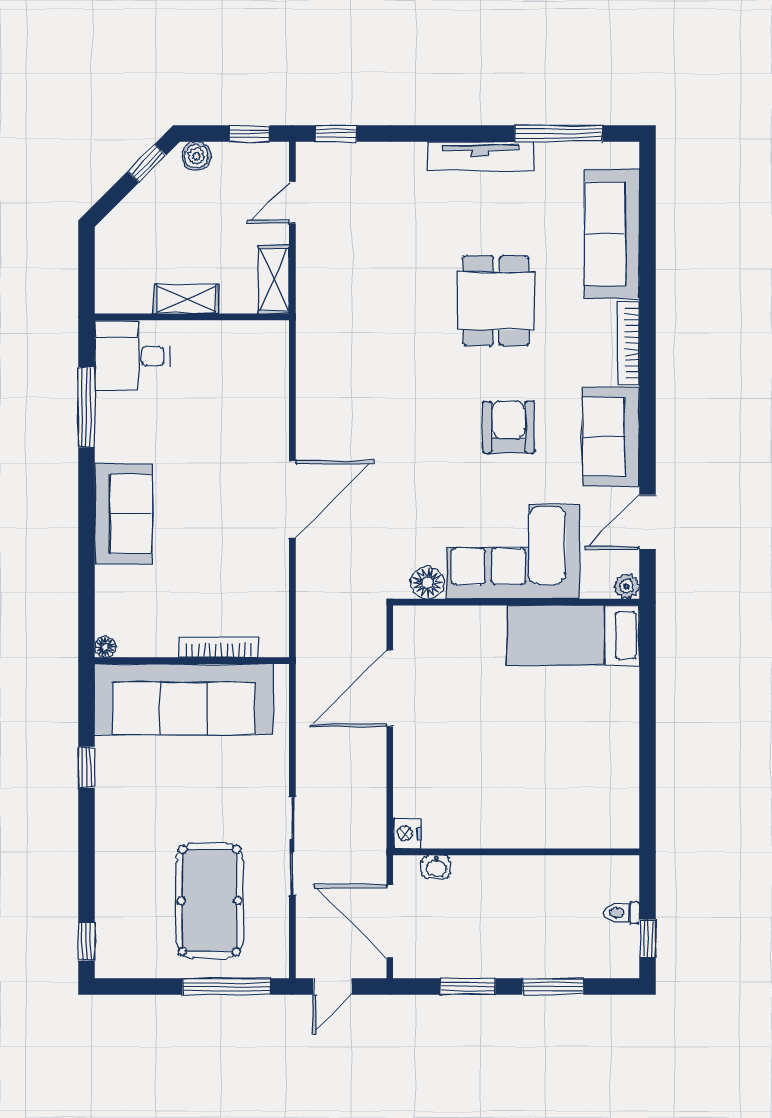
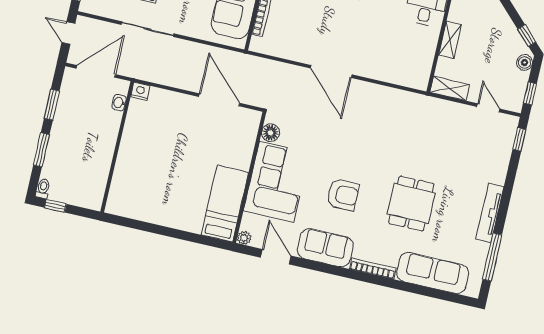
dining table: (496, 301) -> (411, 204), turned 90
toilet: (622, 913) -> (43, 189), moved

